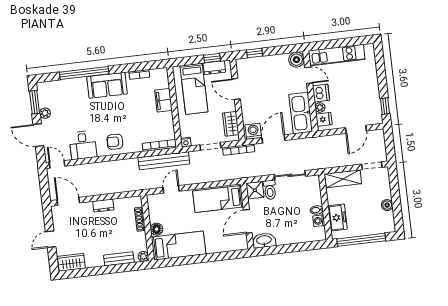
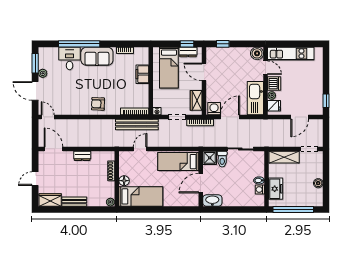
desk: (83, 145) -> (70, 58), moved, turned 180
bench: (119, 259) -> (74, 202), moved

